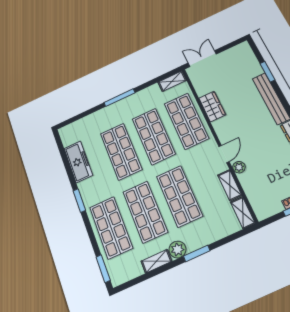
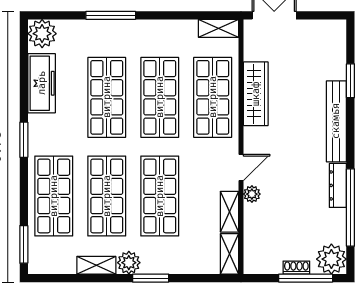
window: (119, 98) -> (111, 15), moved
wardrobe: (212, 106) -> (256, 94), width x1.50
plant: (68, 133) -> (42, 34), added

